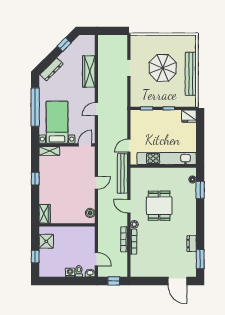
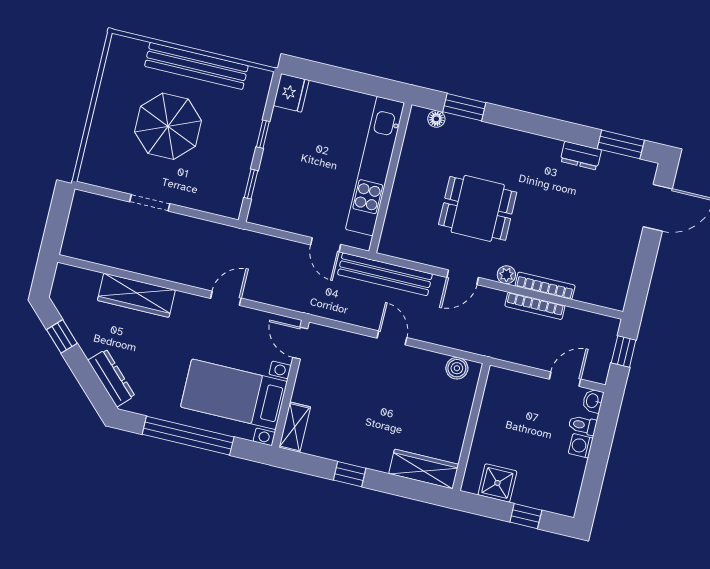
door: (96, 109) -> (226, 298), swing flipped
wardrobe: (45, 214) -> (424, 469), width x1.50

